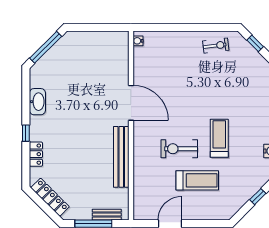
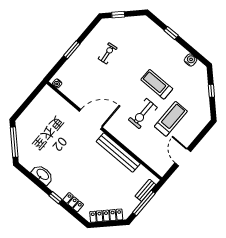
window: (183, 27) -> (72, 50), added
exercise bike: (216, 46) -> (108, 53), moved

